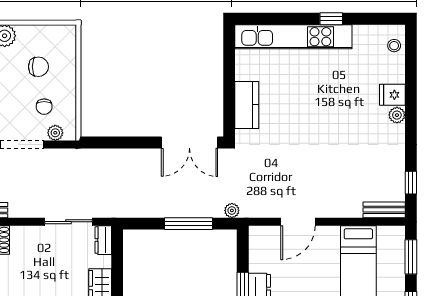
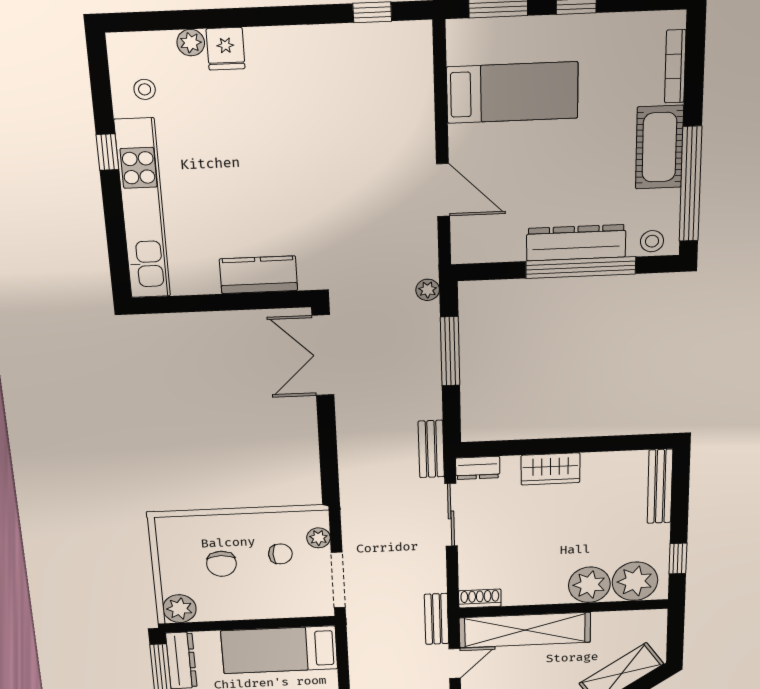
stool: (394, 46) -> (145, 89), moved
chair: (38, 67) -> (221, 564), turned 180
plant: (397, 115) -> (191, 43), moved
double door: (189, 142) -> (323, 355), swing flipped
bench: (384, 210) -> (431, 449), moved

